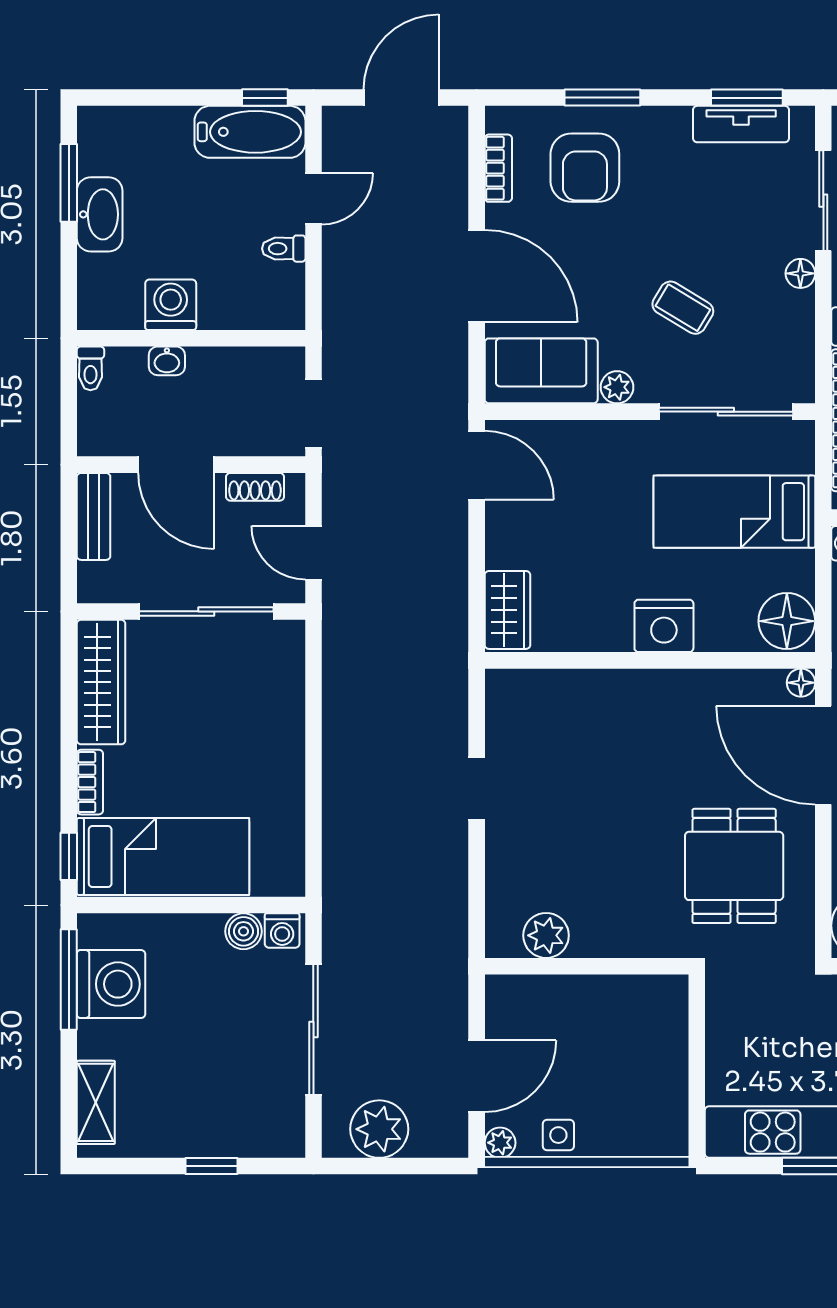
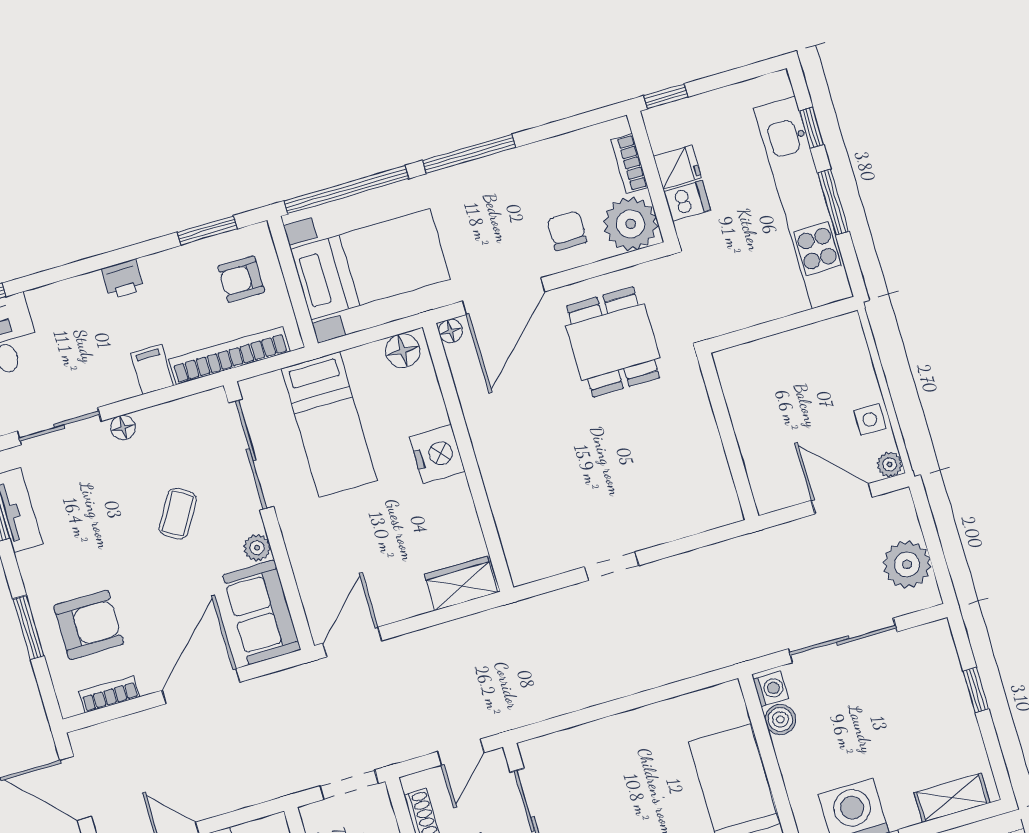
floor lamp: (787, 621) -> (403, 351), width x0.73, depth x0.73
dining table: (734, 866) -> (613, 342), turned 90
plant: (546, 935) -> (713, 476), removed

